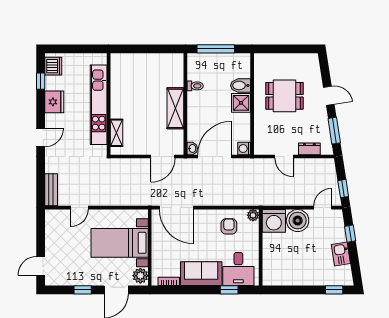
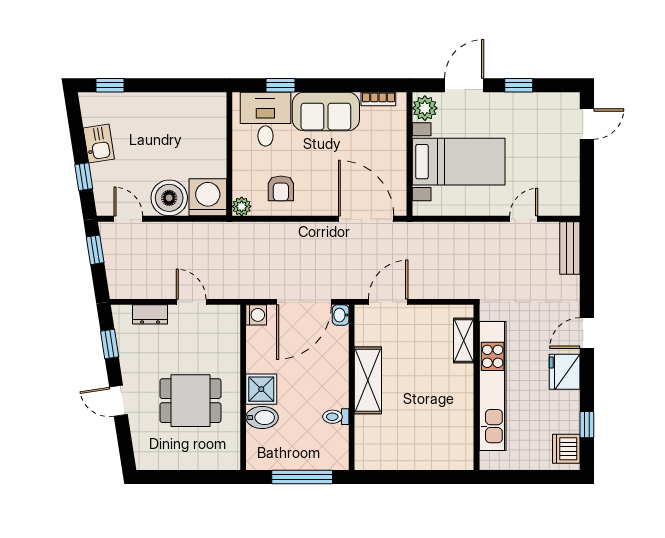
fridge: (54, 102) -> (565, 372), moved
window: (334, 131) -> (110, 344), width x0.67
door: (323, 208) -> (128, 219), swing flipped

